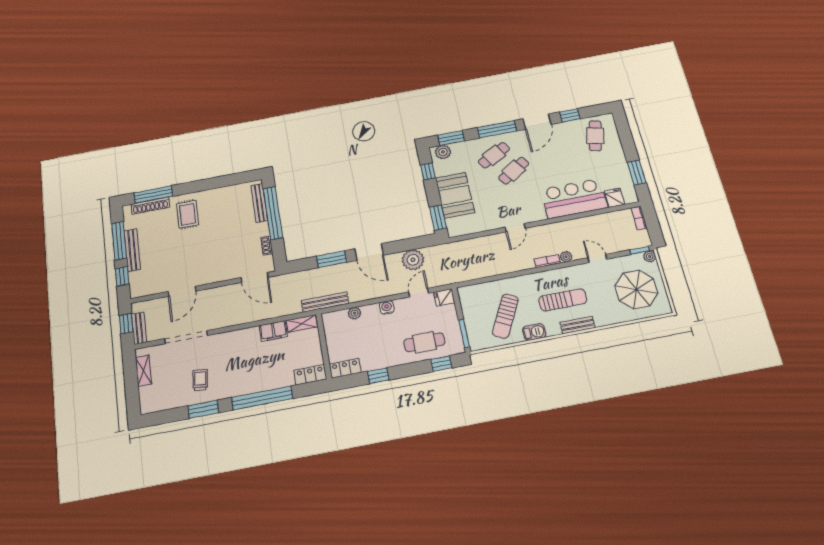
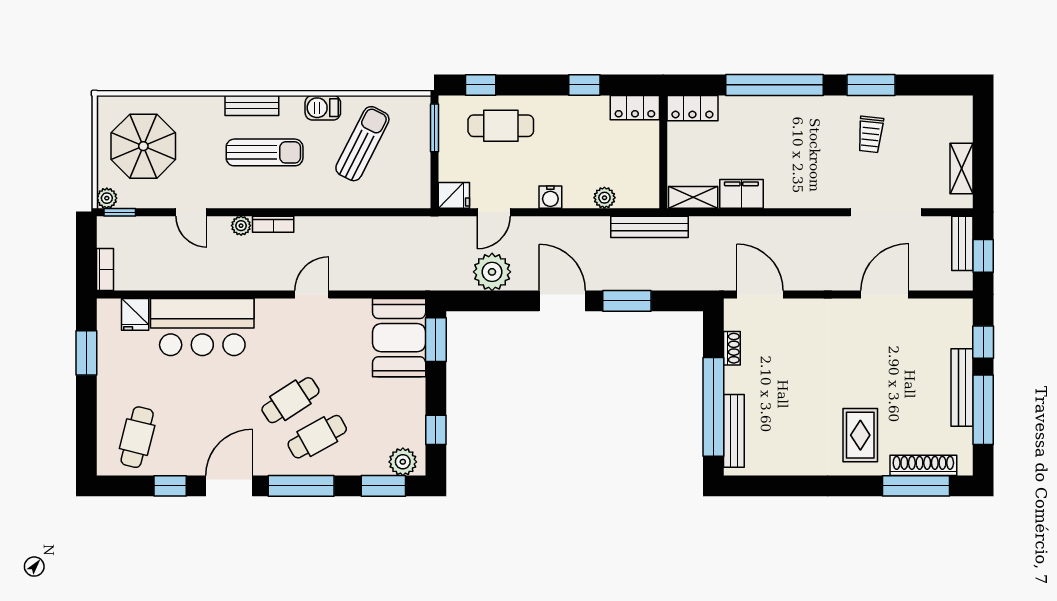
booth: (455, 195) -> (399, 338), moved
sun lounger: (563, 300) -> (265, 152), turned 180

